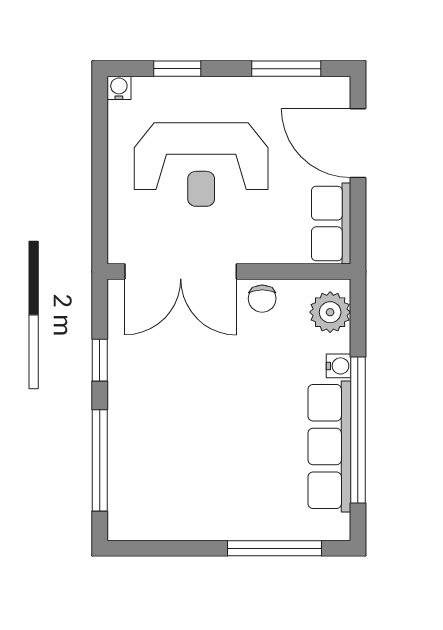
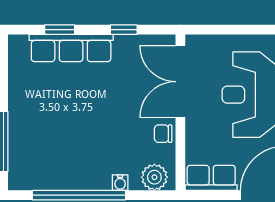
row of seats: (329, 446) -> (71, 48), moved, turned 180
window: (100, 460) -> (60, 30), width x0.46

